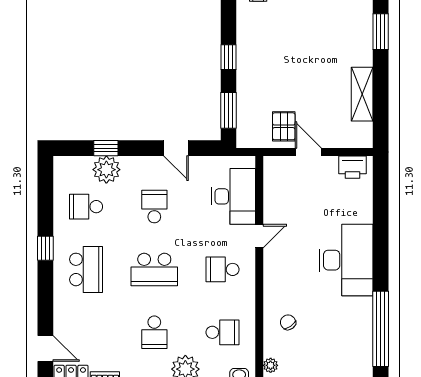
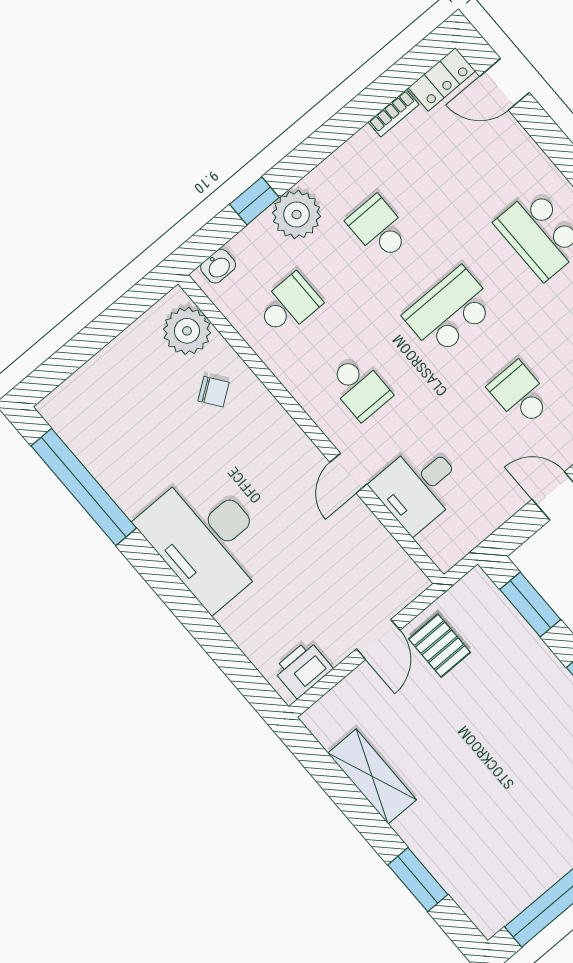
door: (308, 152) -> (378, 639), hinge flipped
desk: (234, 196) -> (419, 487), width x0.73
school desk: (154, 207) -> (520, 394), turned 180
school desk: (222, 269) -> (359, 388), turned 90
school desk: (222, 332) -> (289, 305), turned 180
plant: (271, 365) -> (187, 331), width x1.87, depth x1.87

